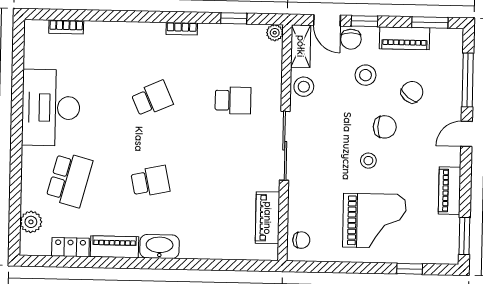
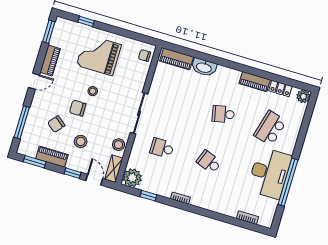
plant: (275, 33) -> (132, 178), width x1.88, depth x1.88
chair: (351, 39) -> (83, 165), removed
school desk: (152, 99) -> (209, 162), turned 45
window: (17, 101) -> (288, 182), added
door: (467, 134) -> (34, 81), moved
piano: (268, 218) -> (177, 59), moved, turned 90
plant: (31, 222) -> (303, 96), moved
washbasin: (159, 246) -> (204, 67), moved

